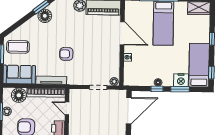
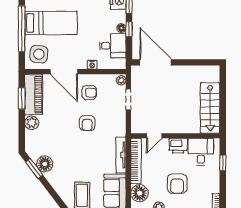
side table: (137, 13) -> (39, 54), added
door: (122, 33) -> (64, 72), swing flipped
armchair: (66, 54) -> (87, 123), moved
armchair: (104, 54) -> (89, 93), added
desk: (143, 75) -> (113, 46), added

